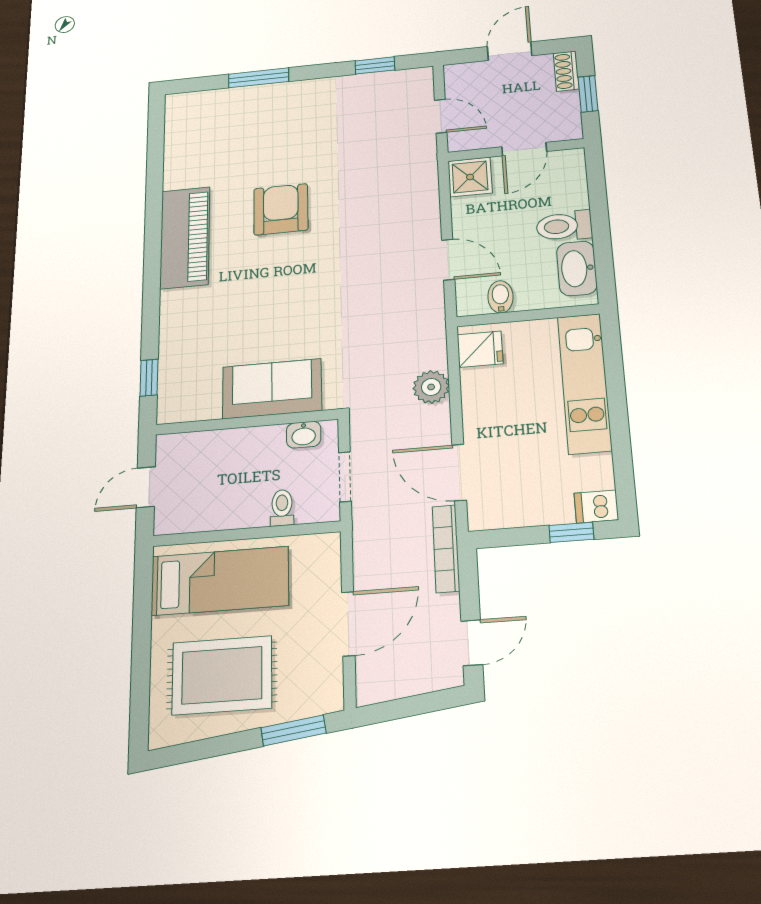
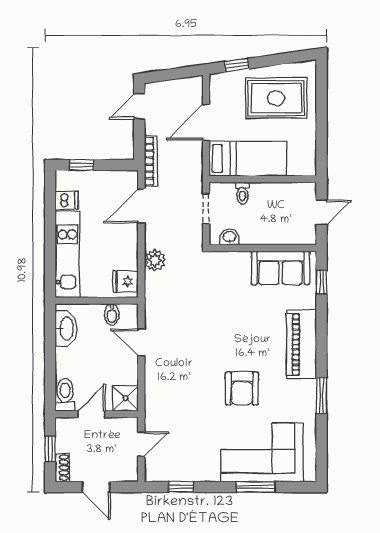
door: (510, 51) -> (96, 487), hinge flipped
door: (441, 116) -> (141, 444), swing flipped
corner sofa: (249, 125) -> (262, 452), added
window: (154, 212) -> (322, 395), added
toilet: (564, 226) -> (65, 395), moved, turned -90
piano: (185, 237) -> (301, 344), moved
sofa: (272, 389) -> (281, 268), moved
door: (459, 472) -> (141, 206), swing flipped
dishwasher: (596, 506) -> (67, 201), moved
bed: (220, 581) -> (248, 159), moved, turned 180
window: (293, 730) -> (237, 65), width x0.67

